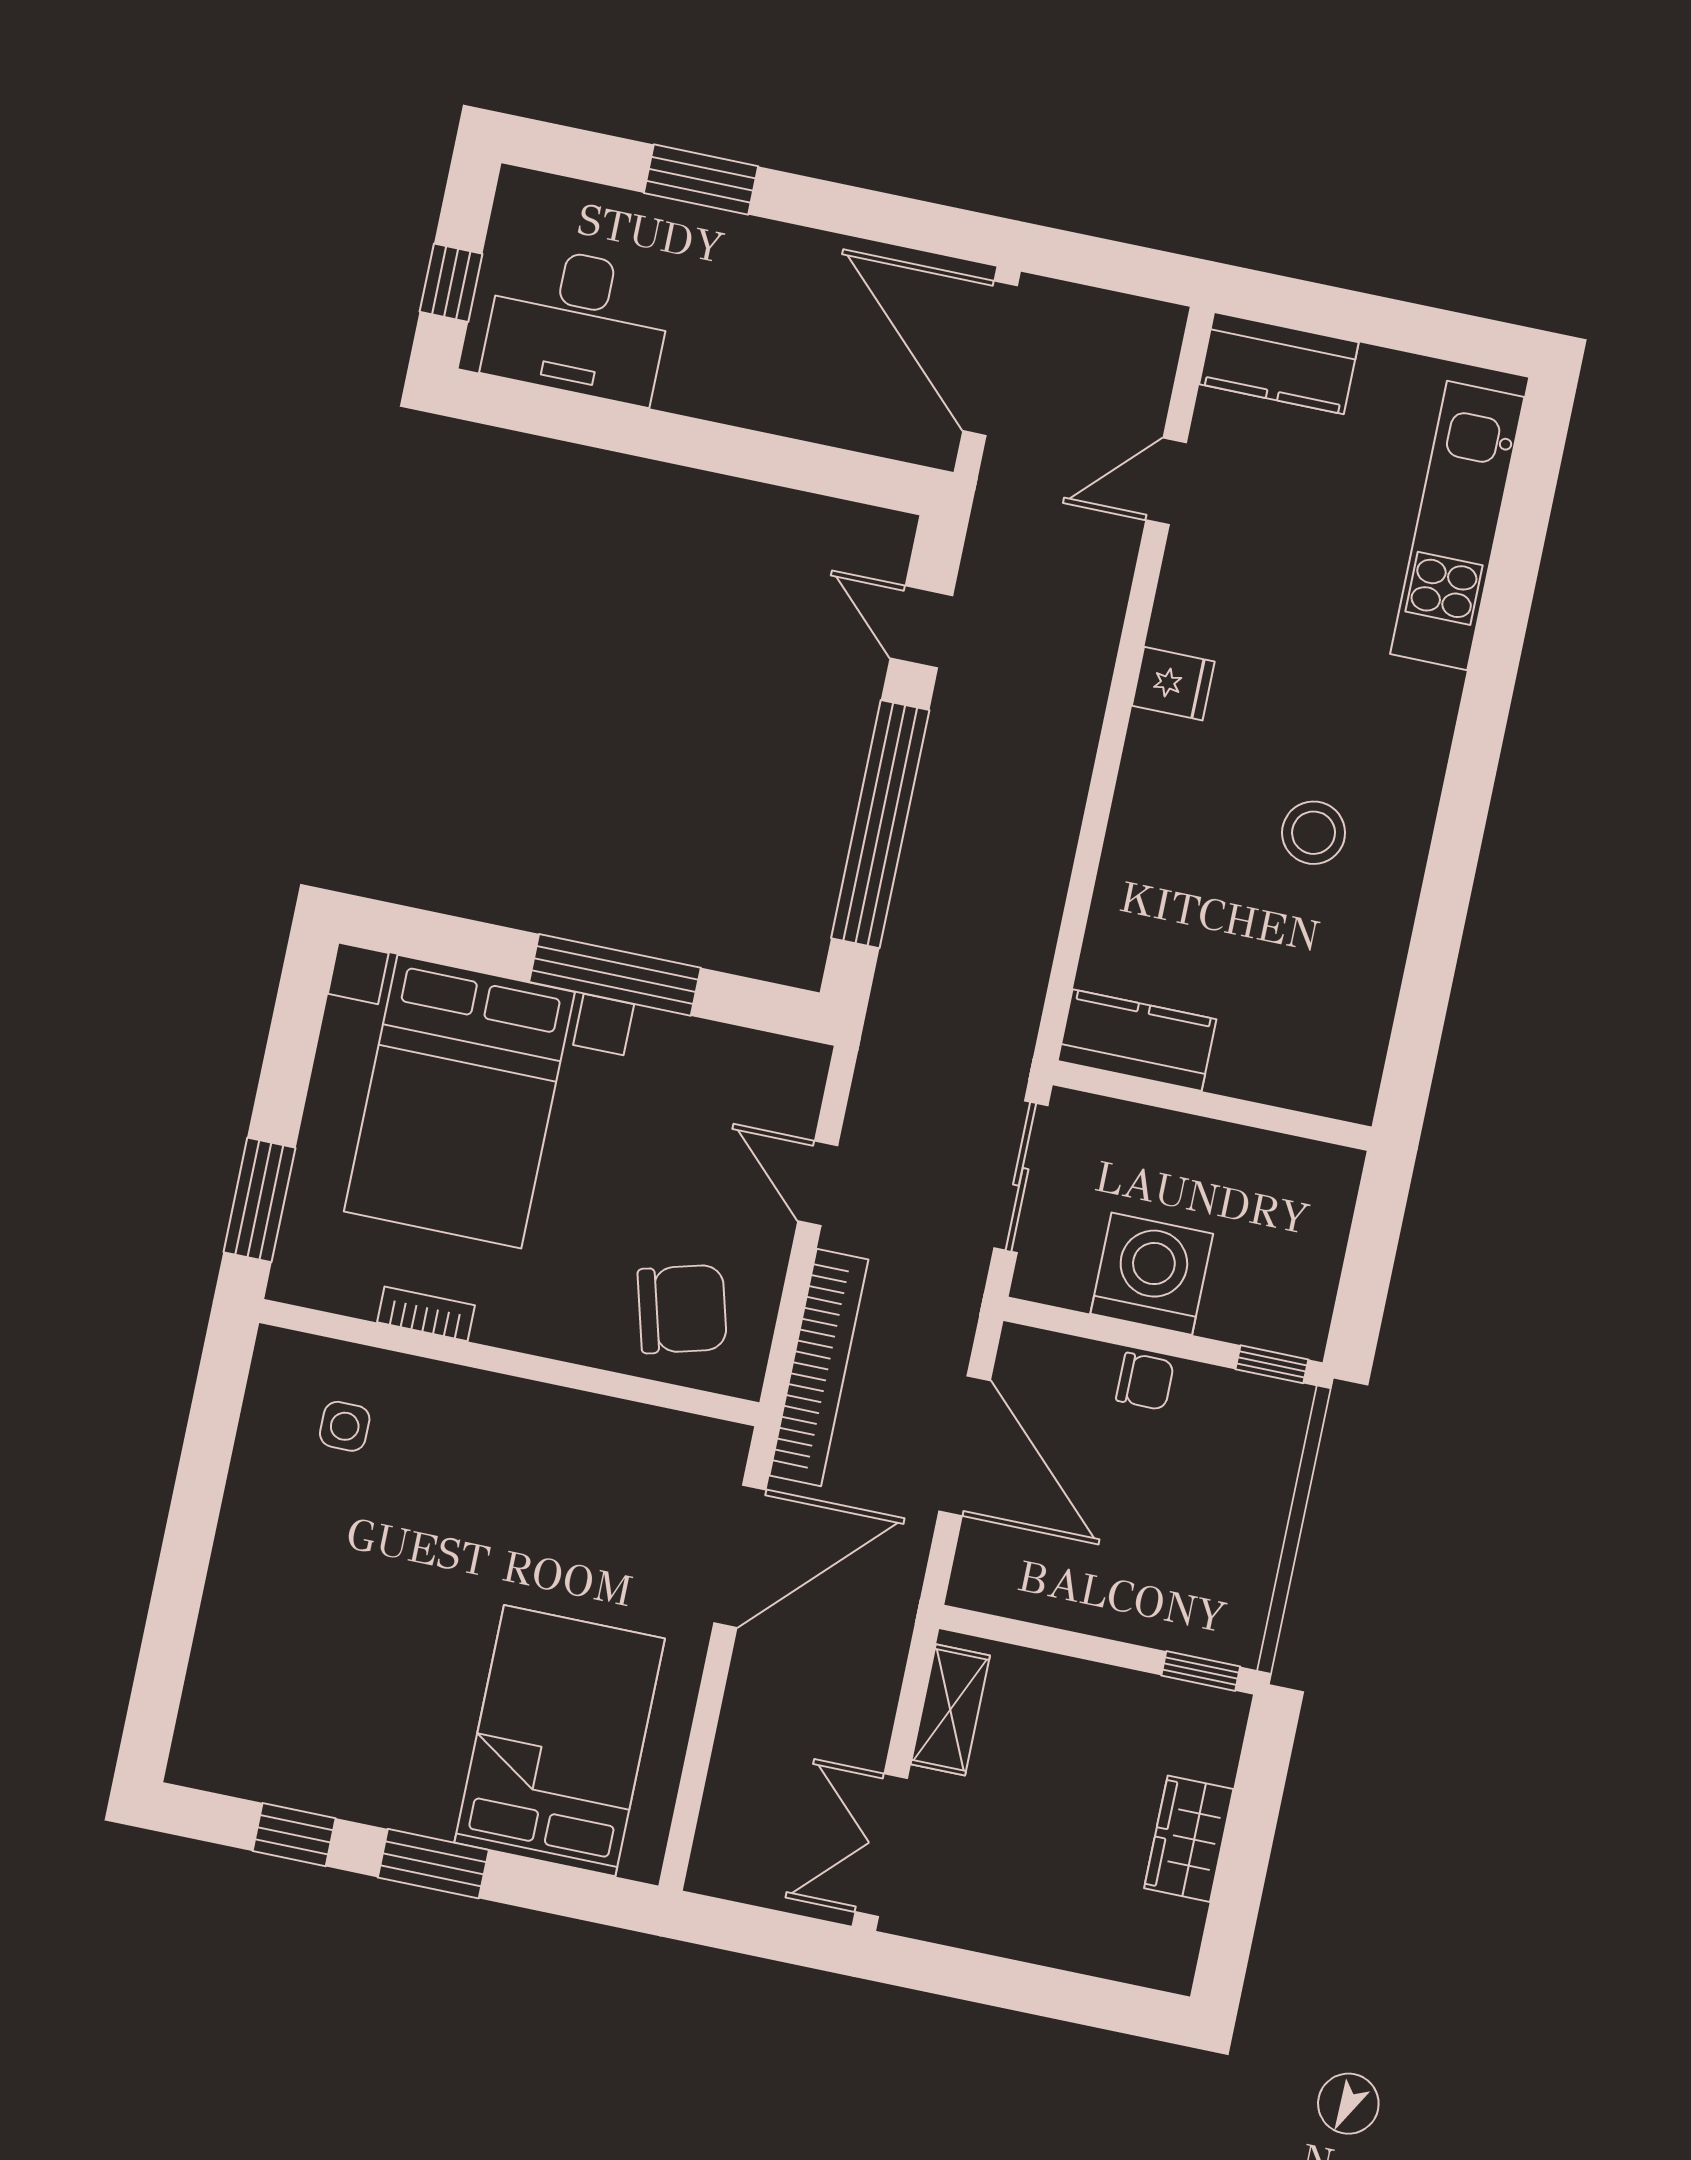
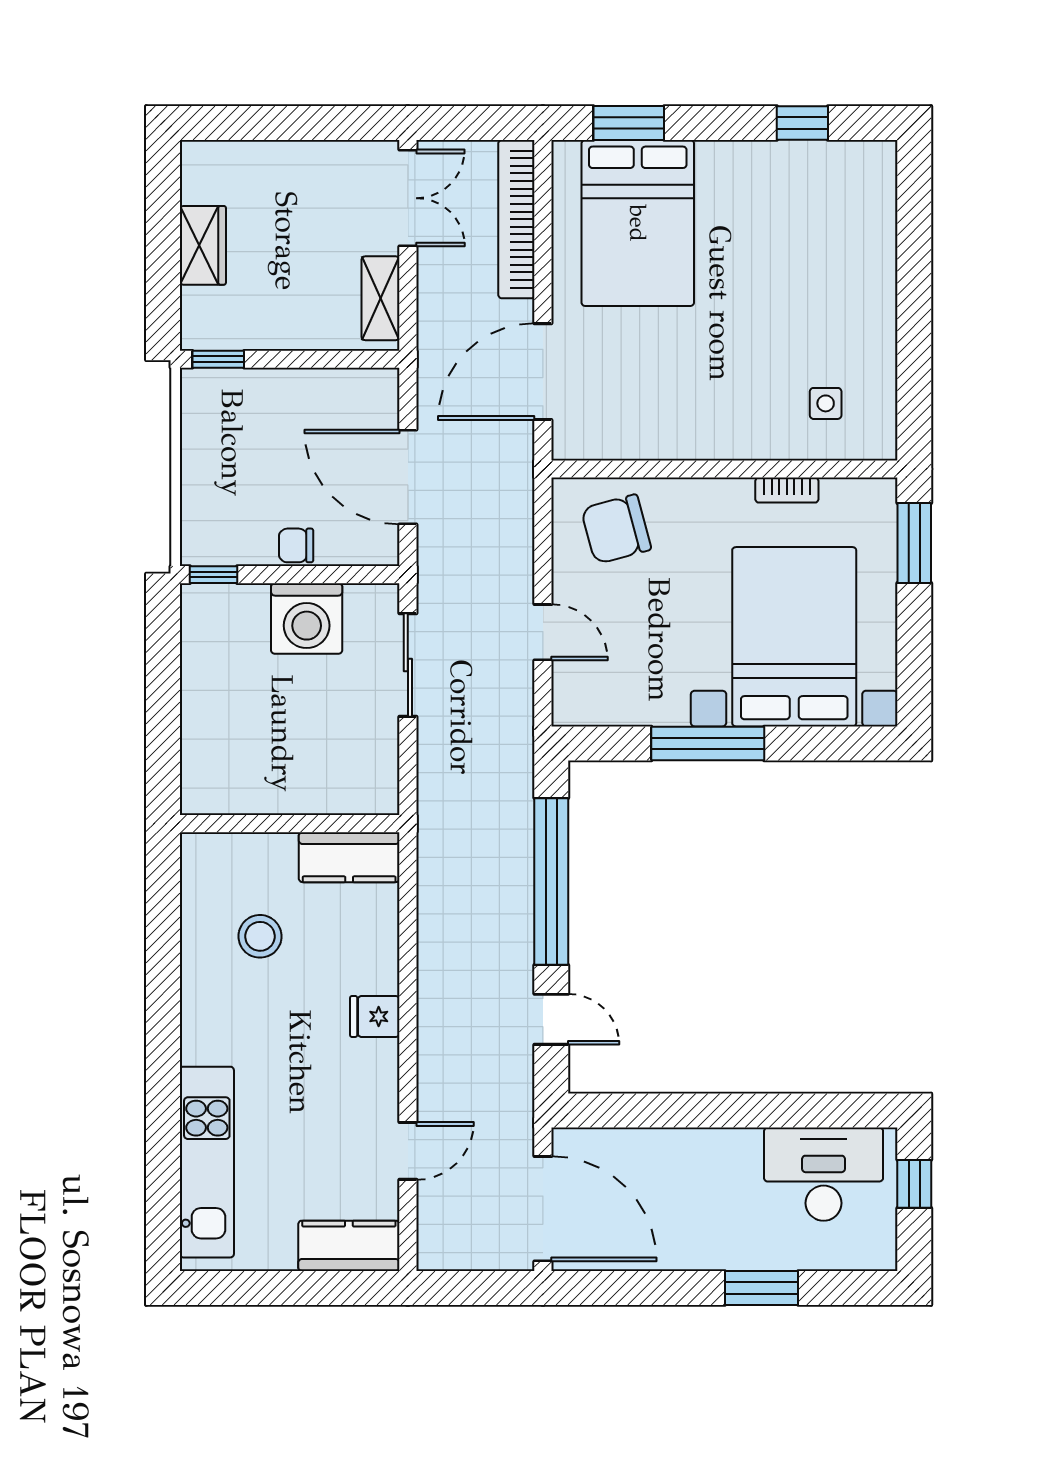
kitchen counter: (1137, 1040) -> (349, 857), moved
wall: (1212, 1106) -> (290, 824), moved
bookcase: (819, 1367) -> (516, 219), moved
window: (433, 1864) -> (629, 123), moved

